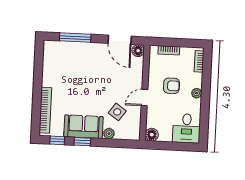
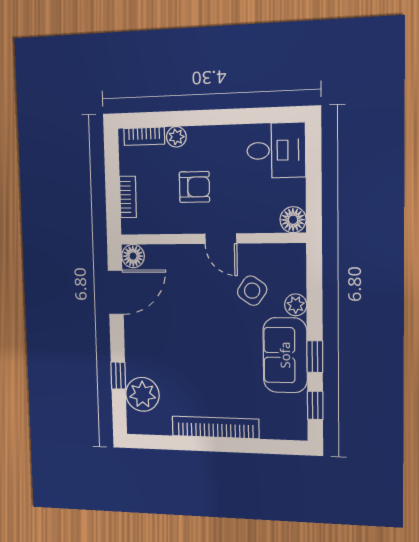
window: (75, 38) -> (118, 376), width x0.46
plant: (65, 50) -> (142, 394), added
armchair: (171, 86) -> (194, 187), turned 90
plant: (197, 93) -> (176, 137), moved
bookcase: (45, 110) -> (215, 427), moved

